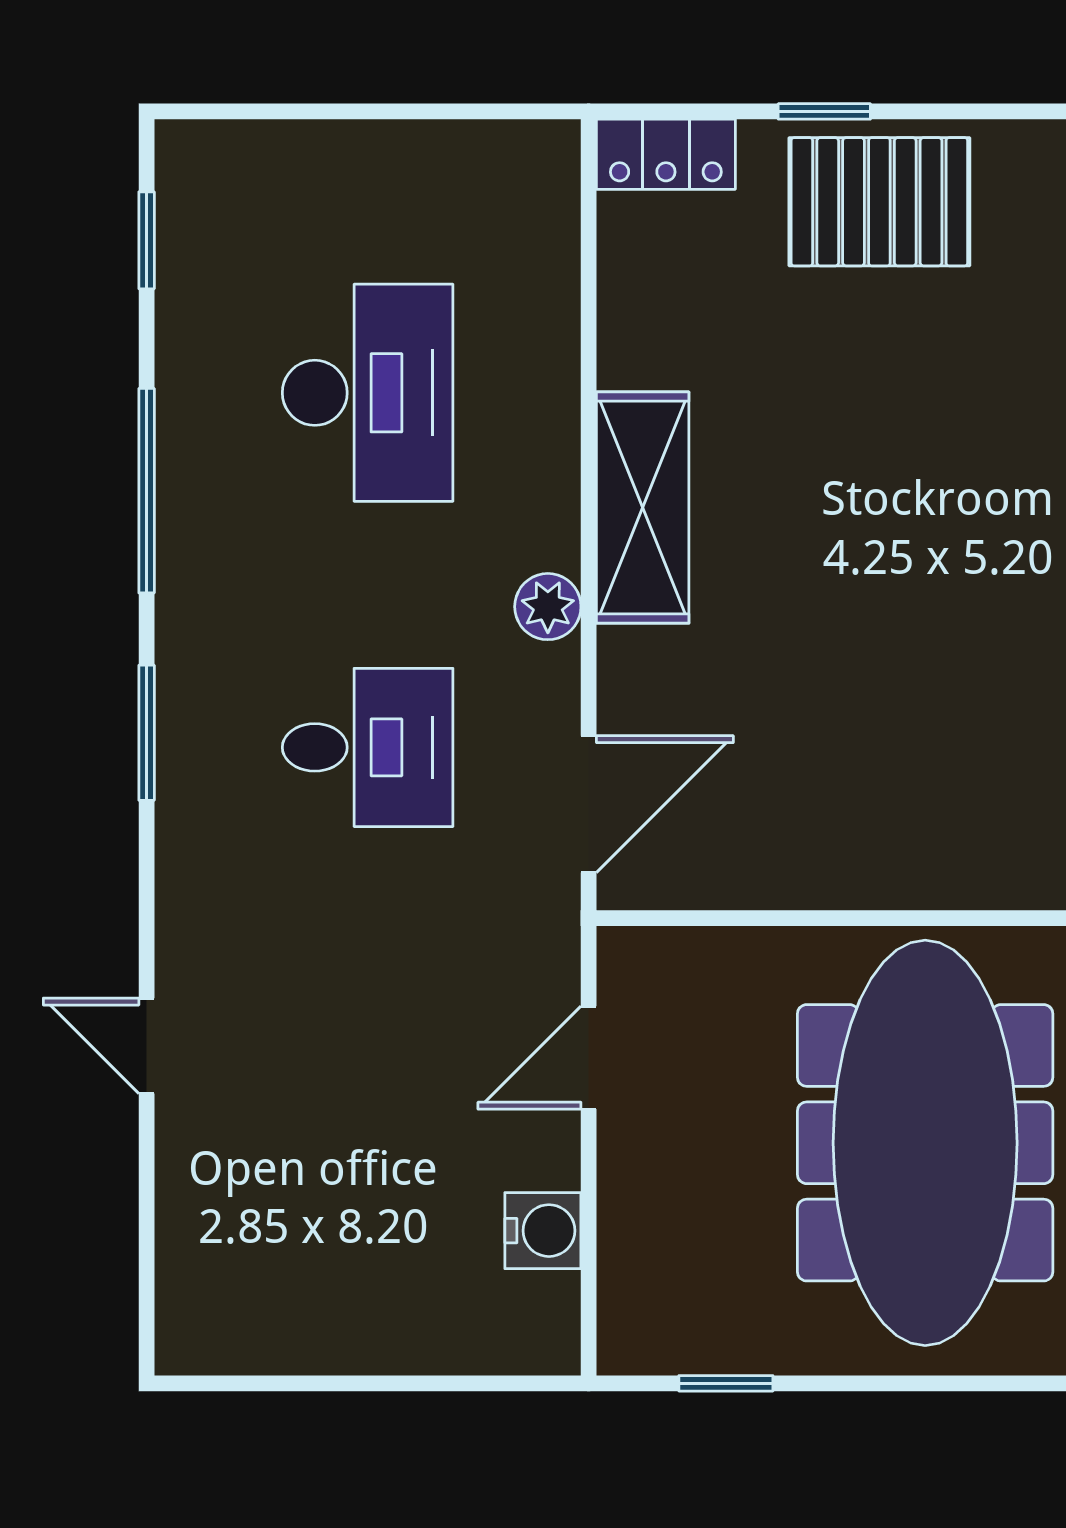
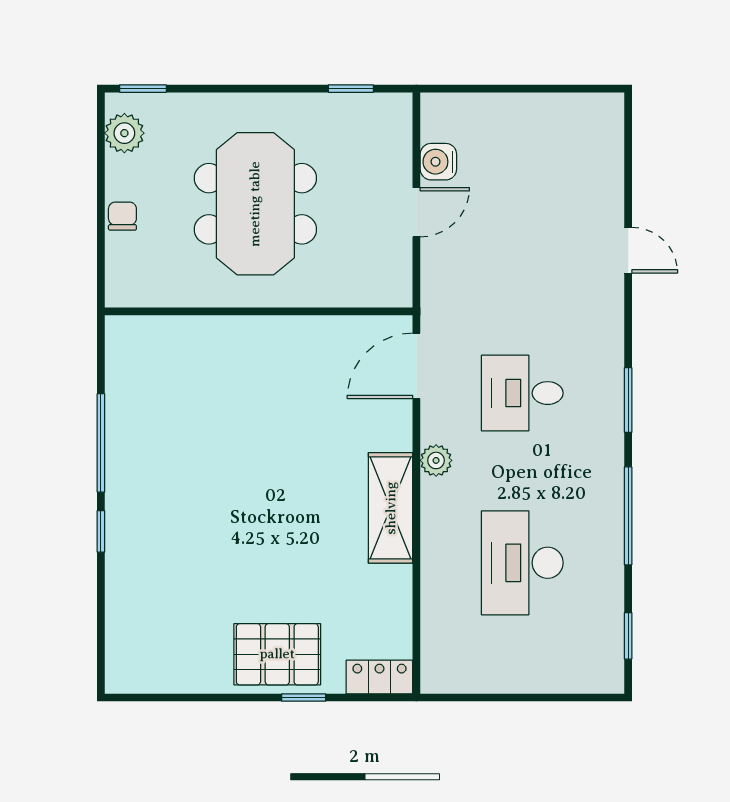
door: (589, 1058) -> (416, 212), moved
meeting table: (925, 1143) -> (255, 204), width x0.73

